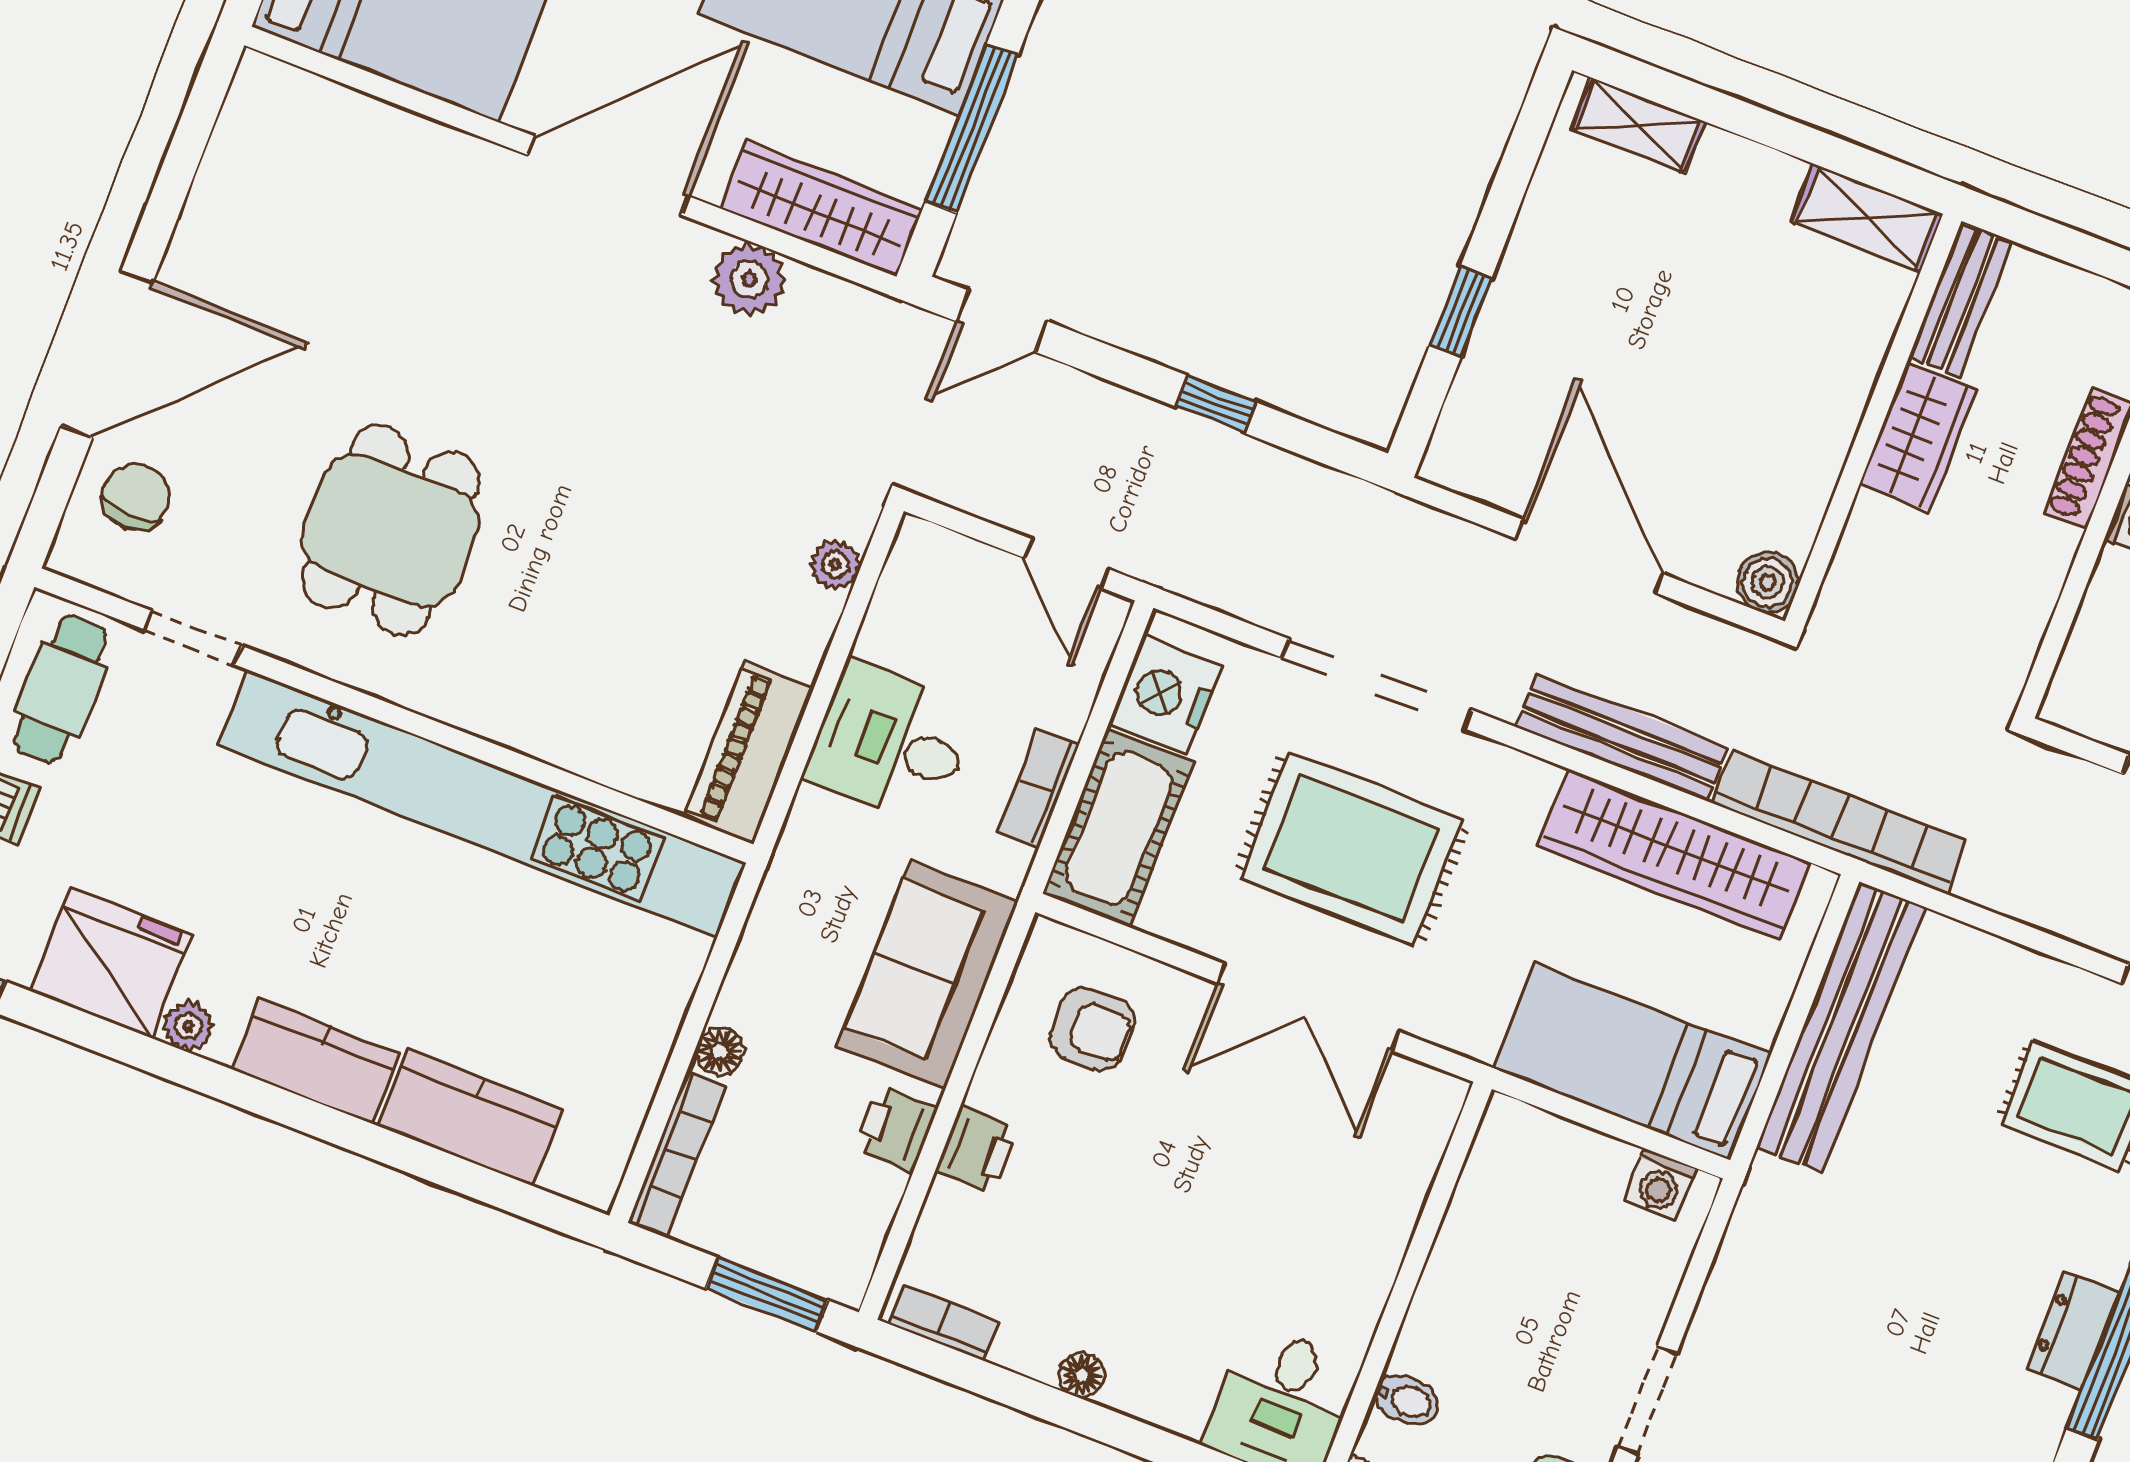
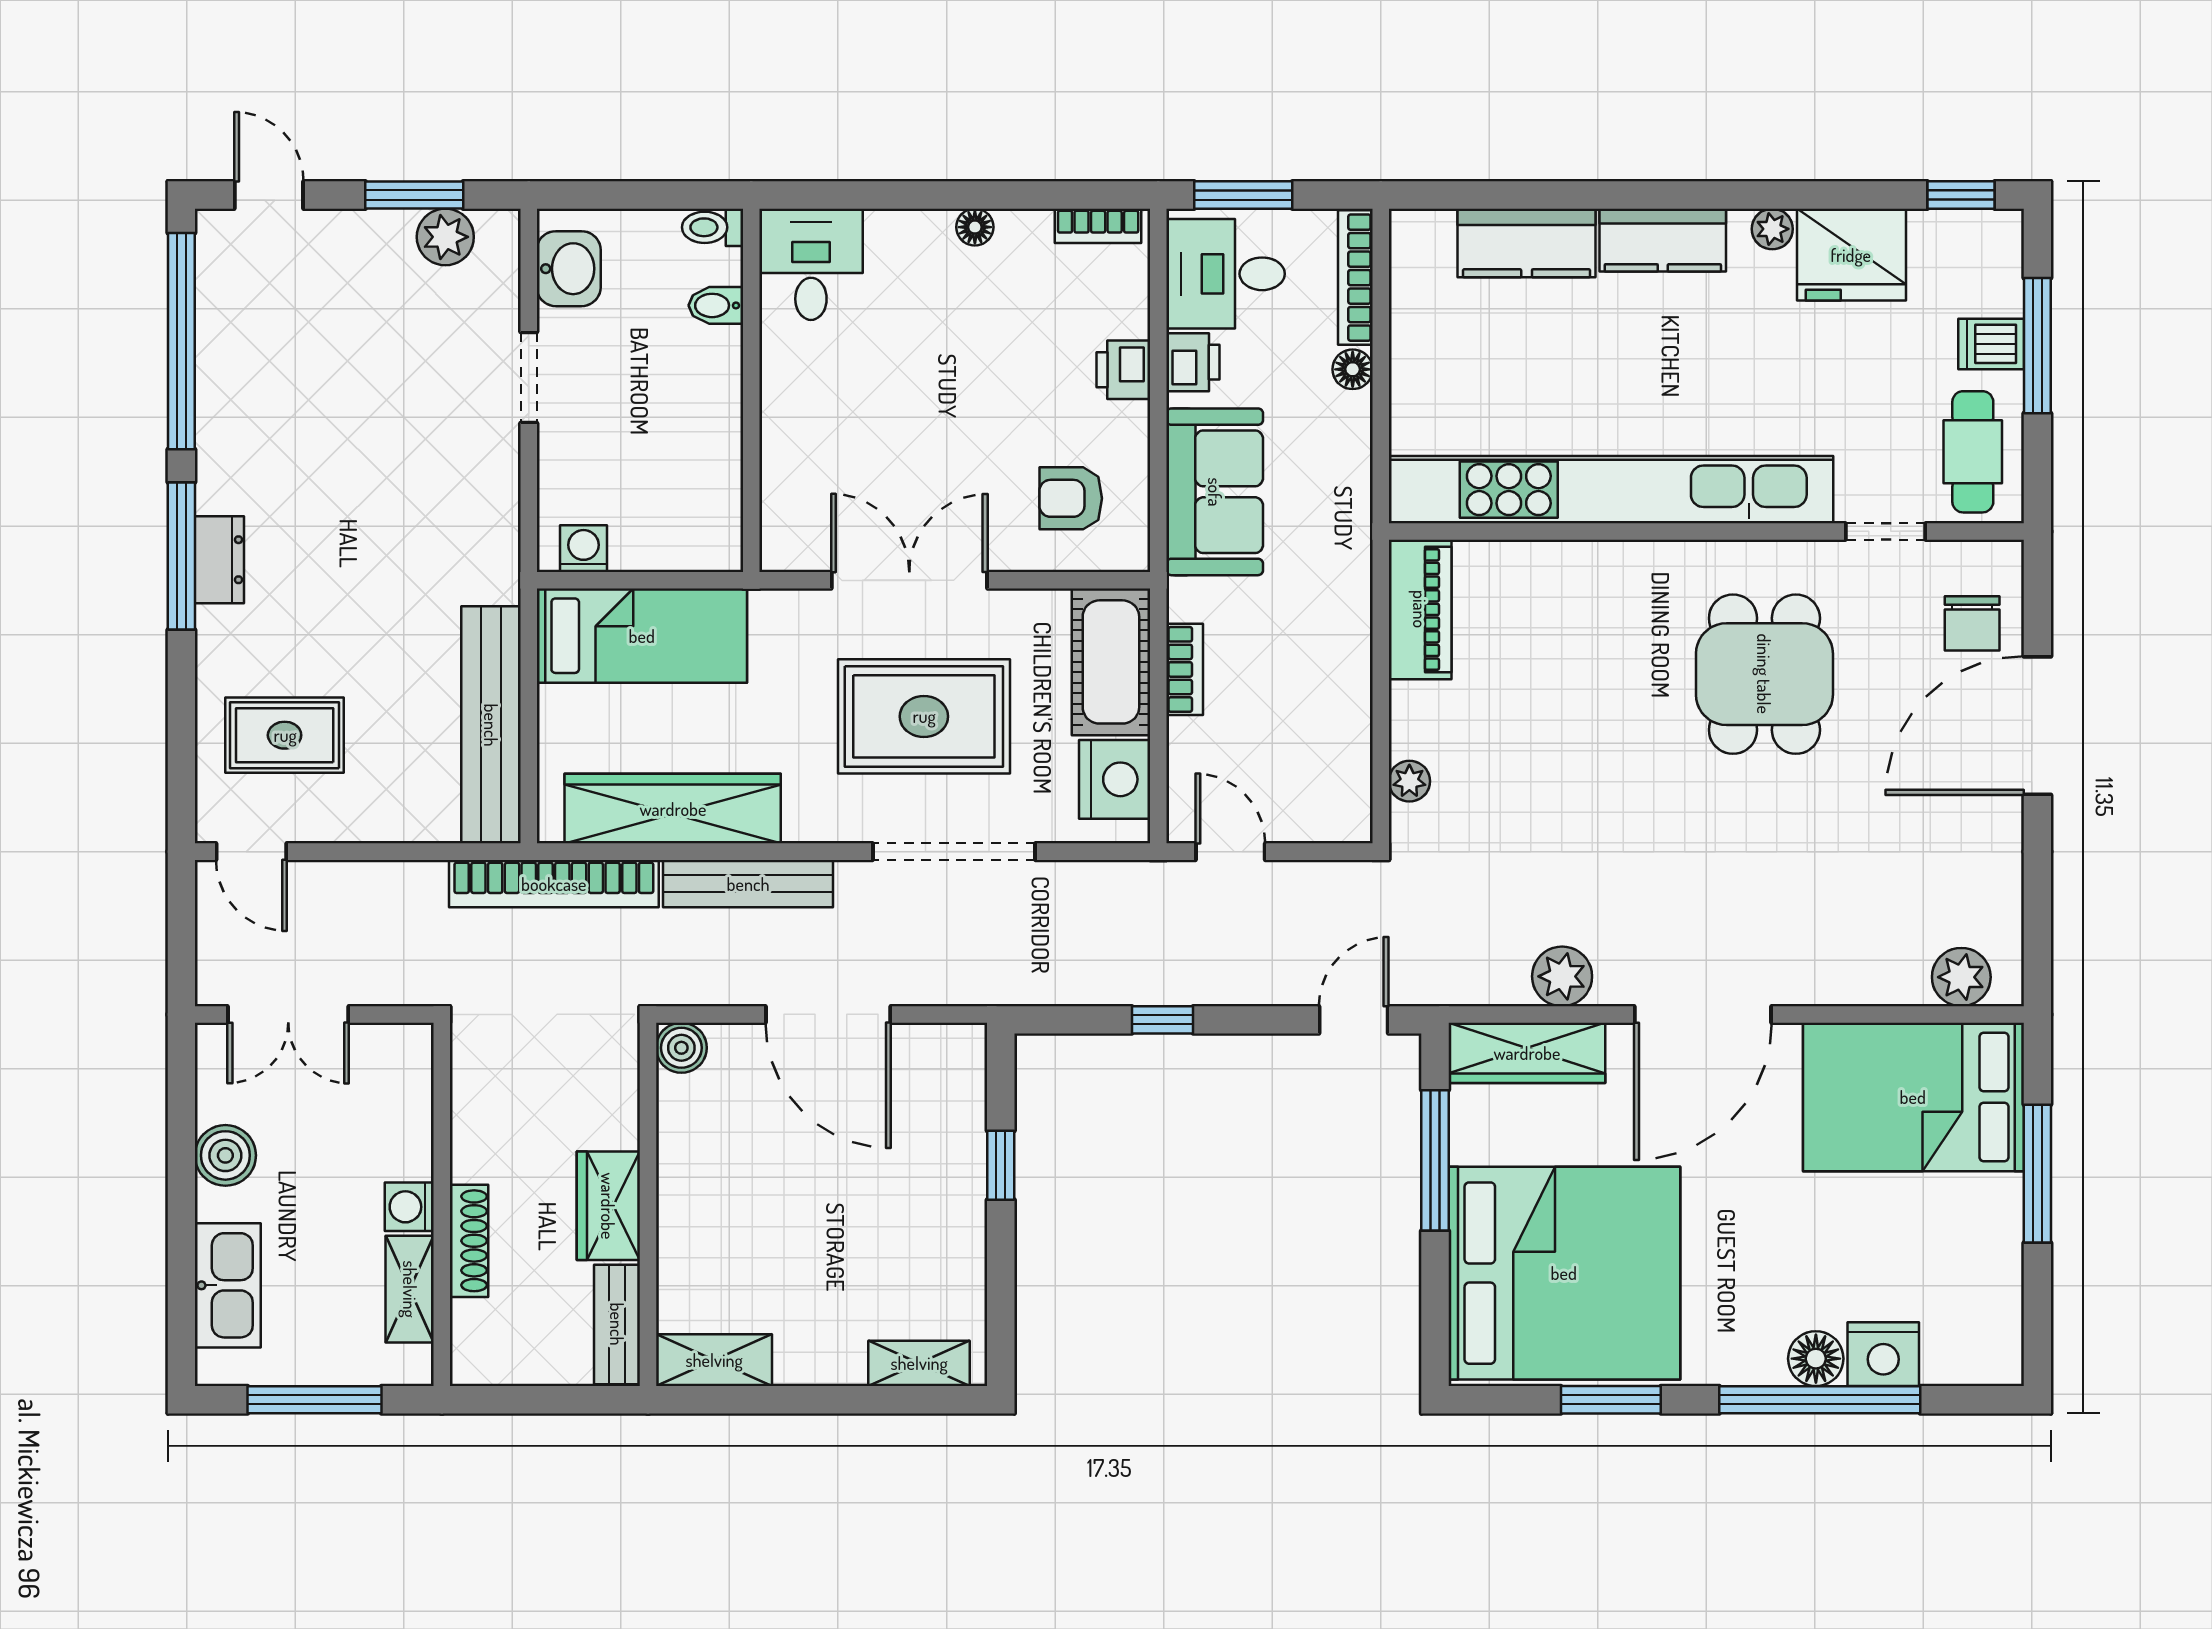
plant: (302, 105) -> (1961, 977), added
desk: (890, 743) -> (1225, 274), moved, turned 180

